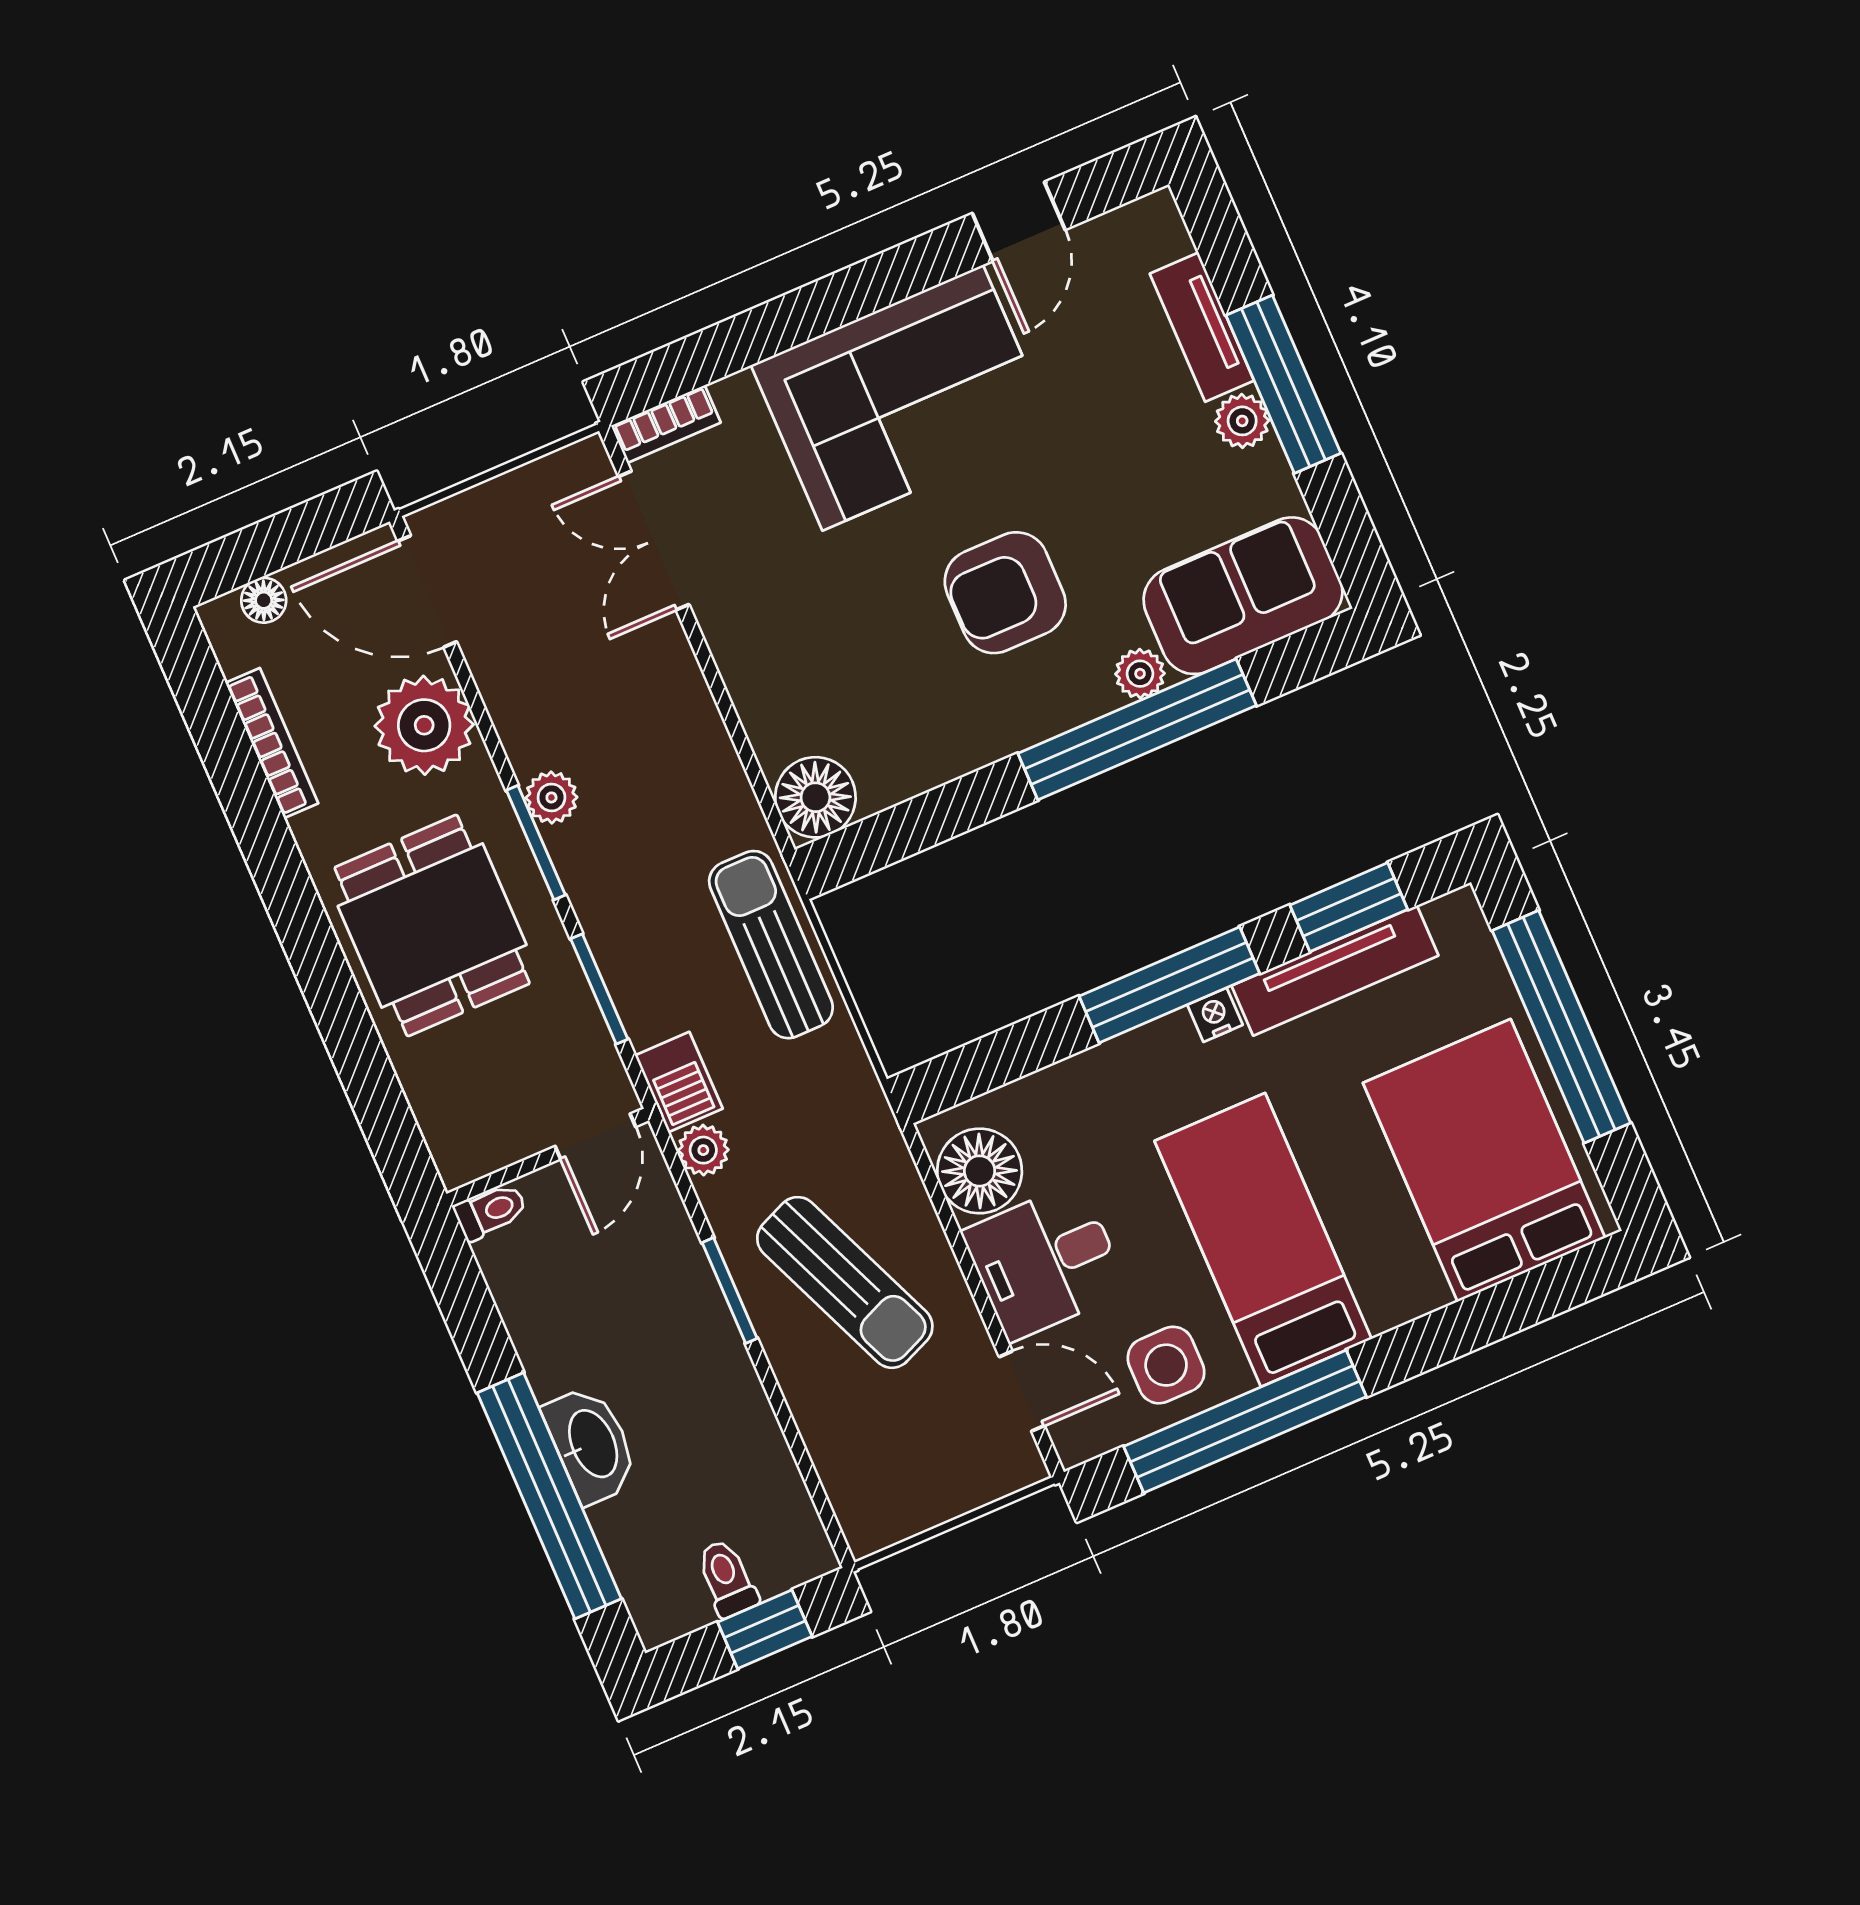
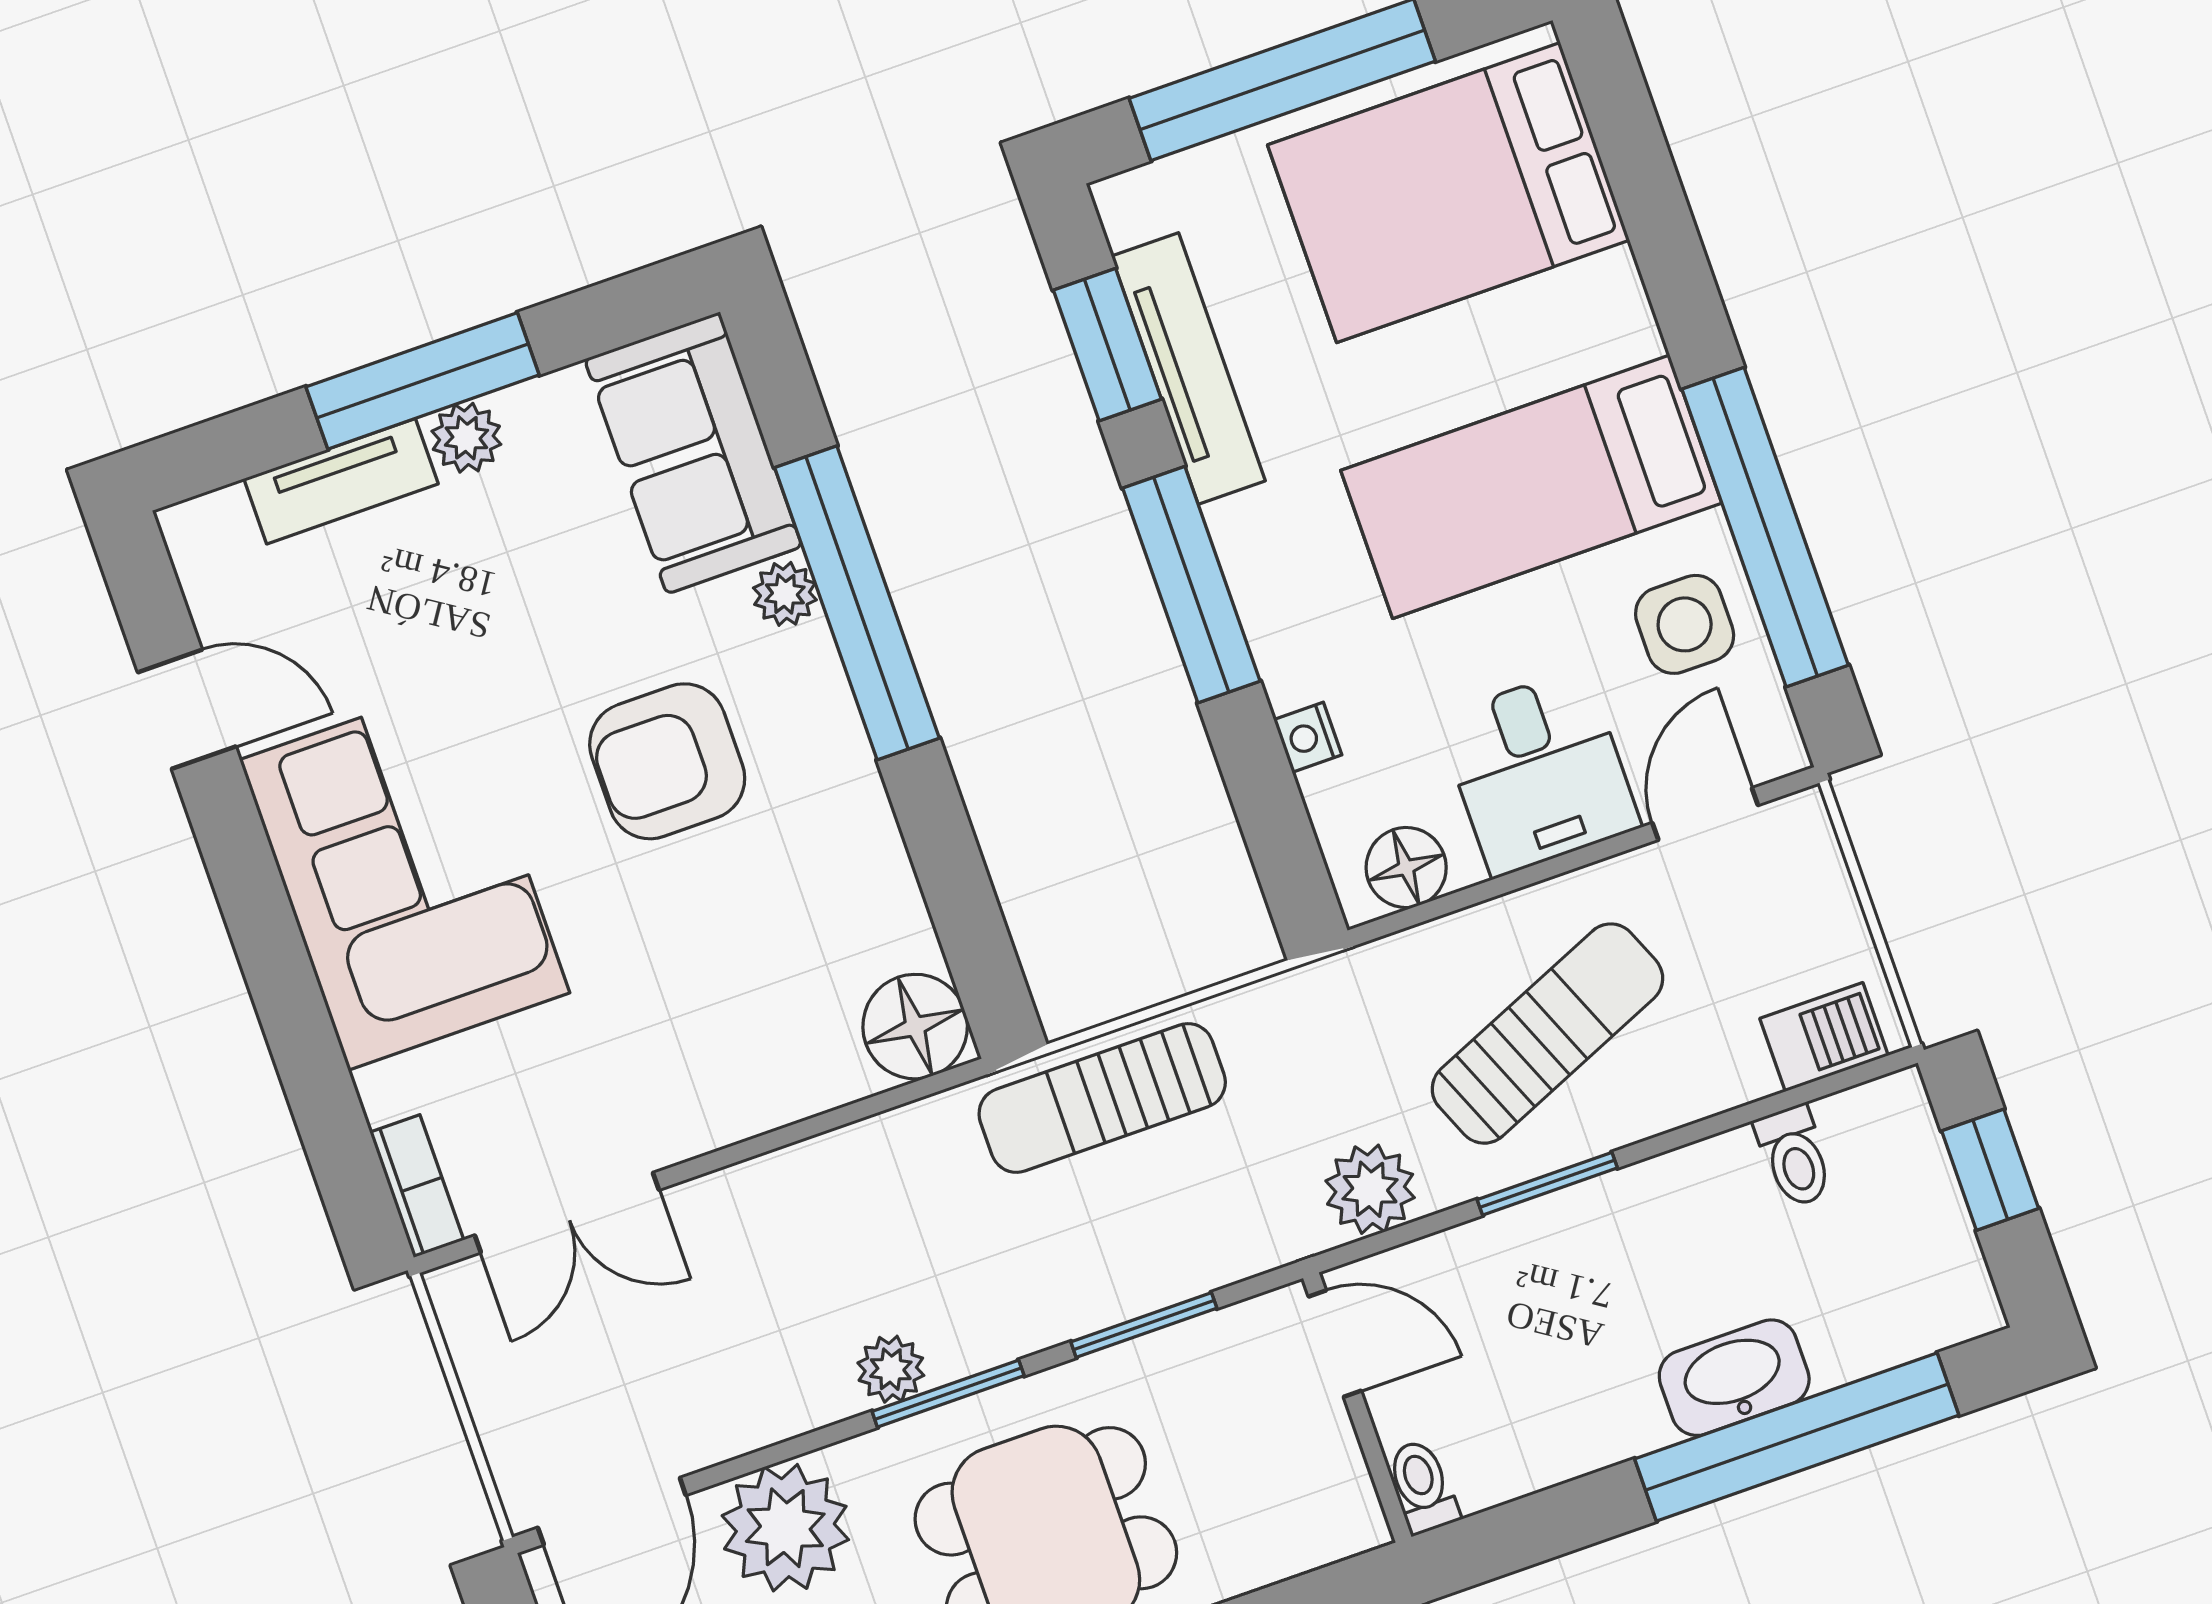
armchair: (1005, 593) -> (667, 761), turned 90
nightstand: (1215, 1015) -> (1308, 737), moved
barbecue: (679, 1082) -> (1824, 1037), moved
plant: (703, 1150) -> (1370, 1189), width x1.38, depth x1.38
floor lamp: (980, 1171) -> (1406, 868), width x0.73, depth x0.73
toilet: (727, 1578) -> (1794, 1156), moved, turned -90

